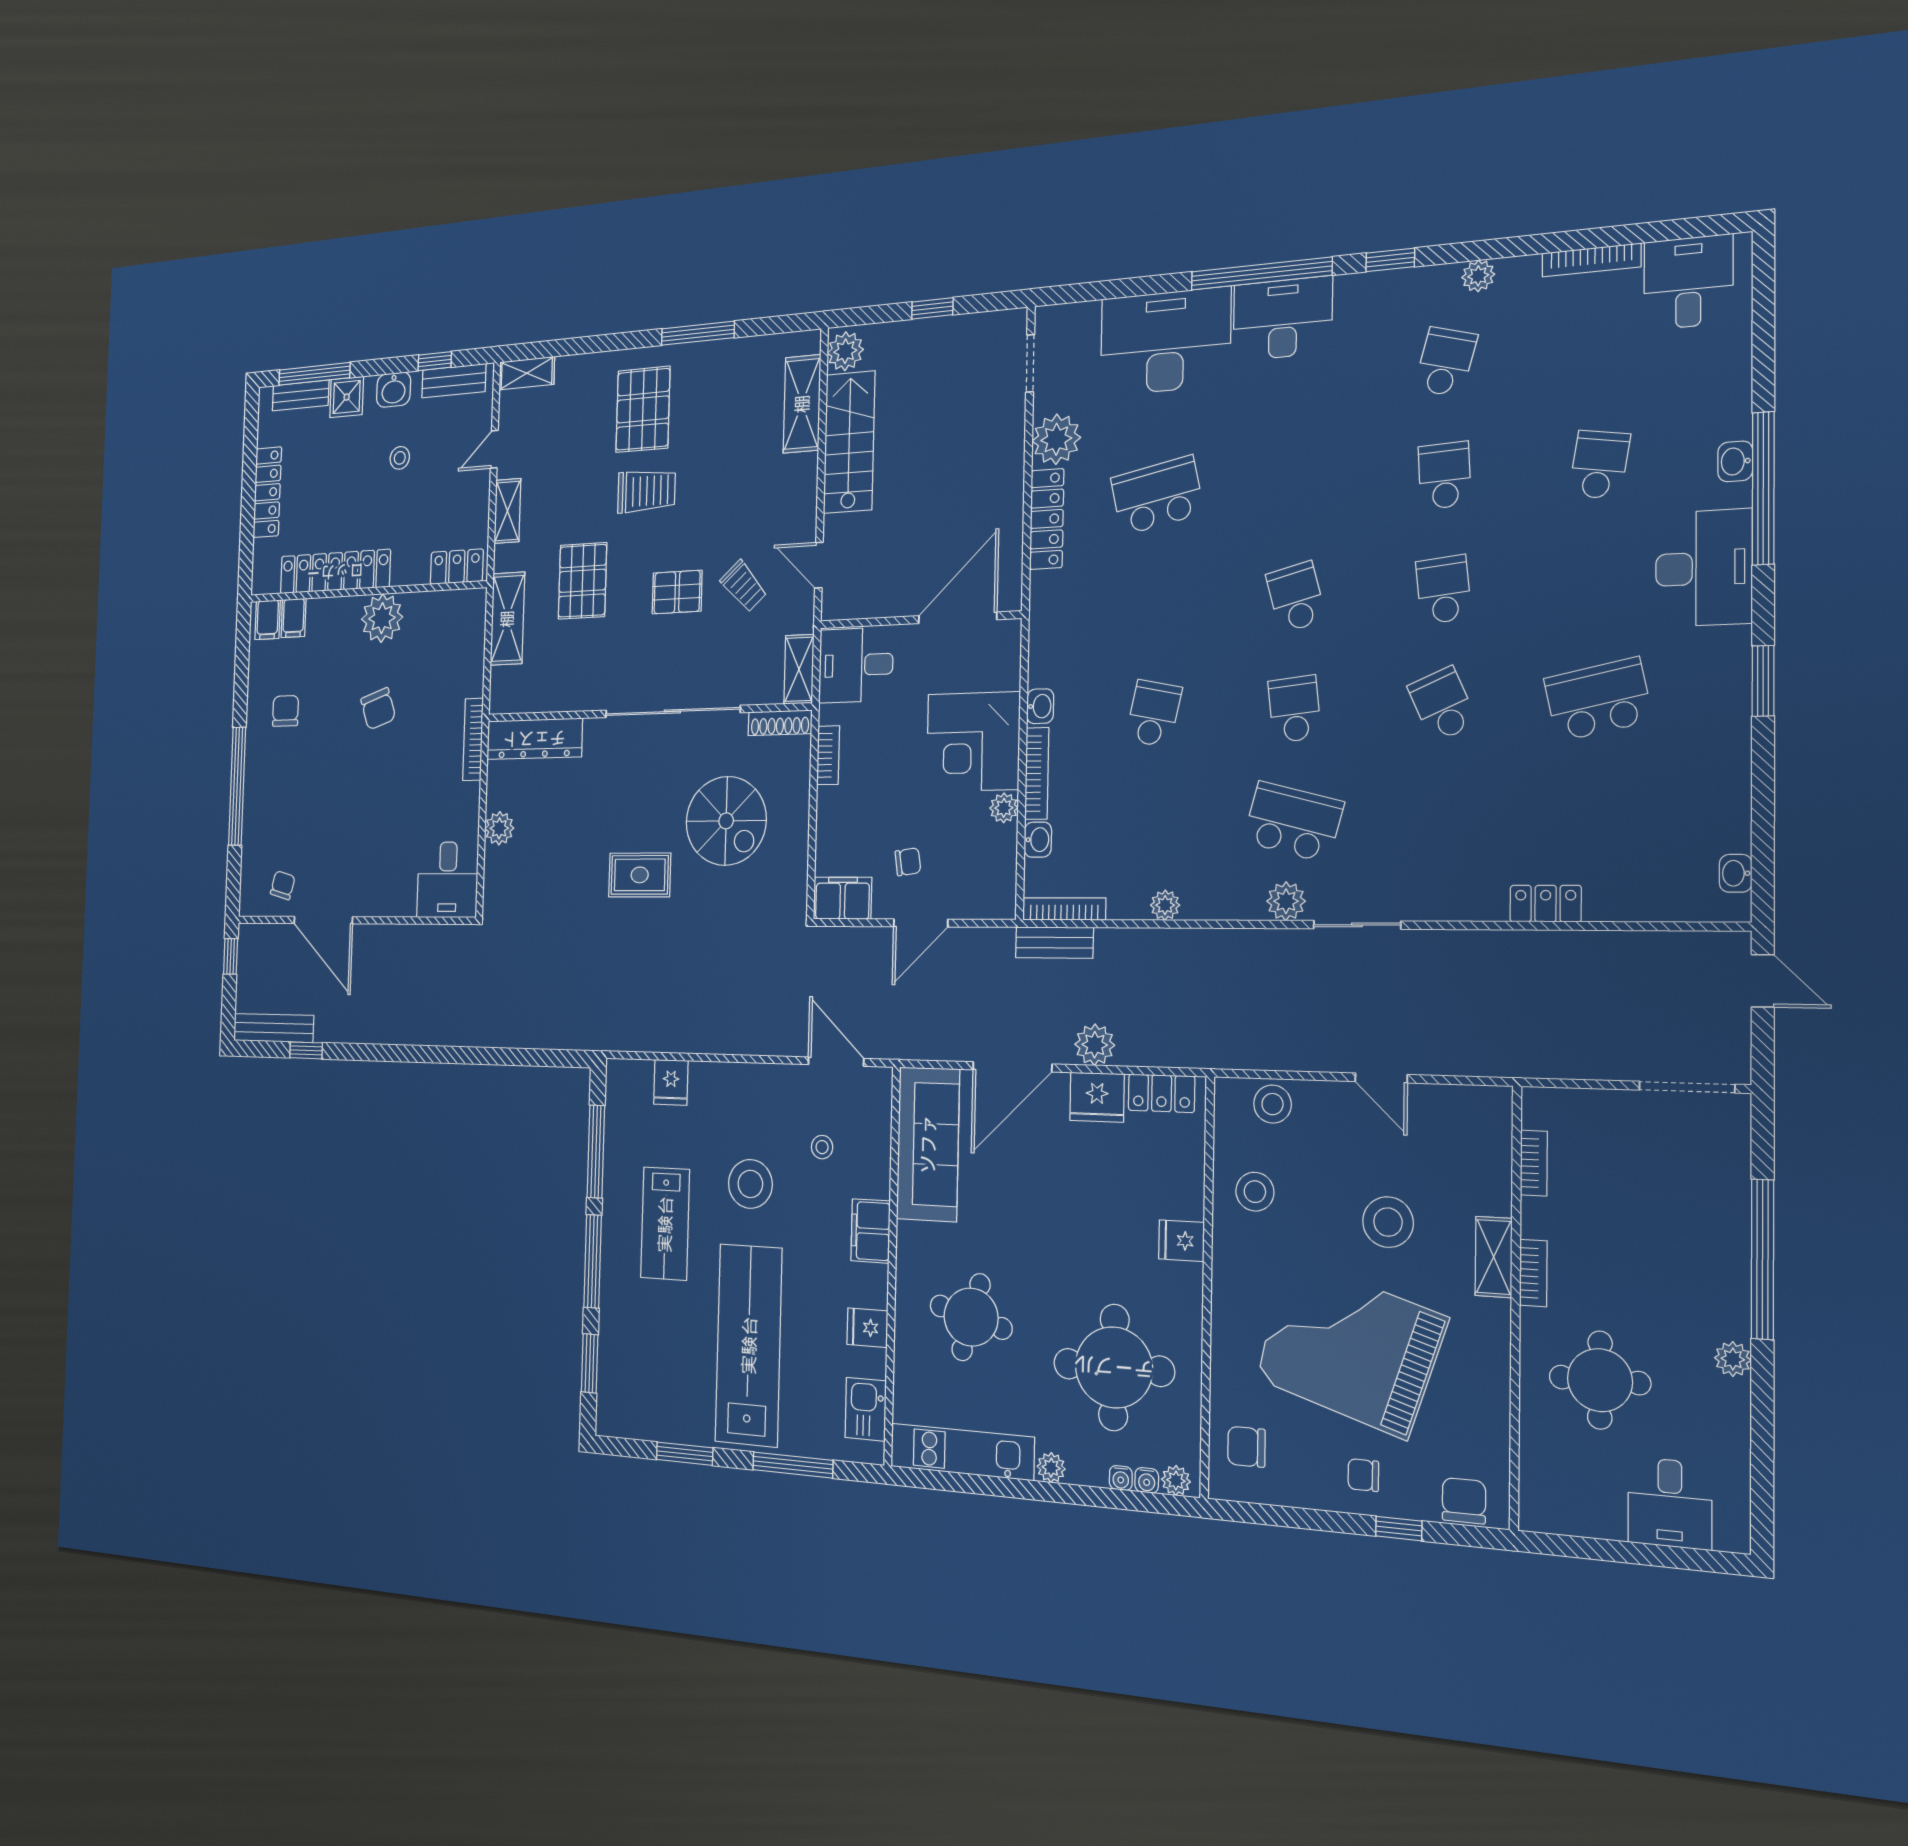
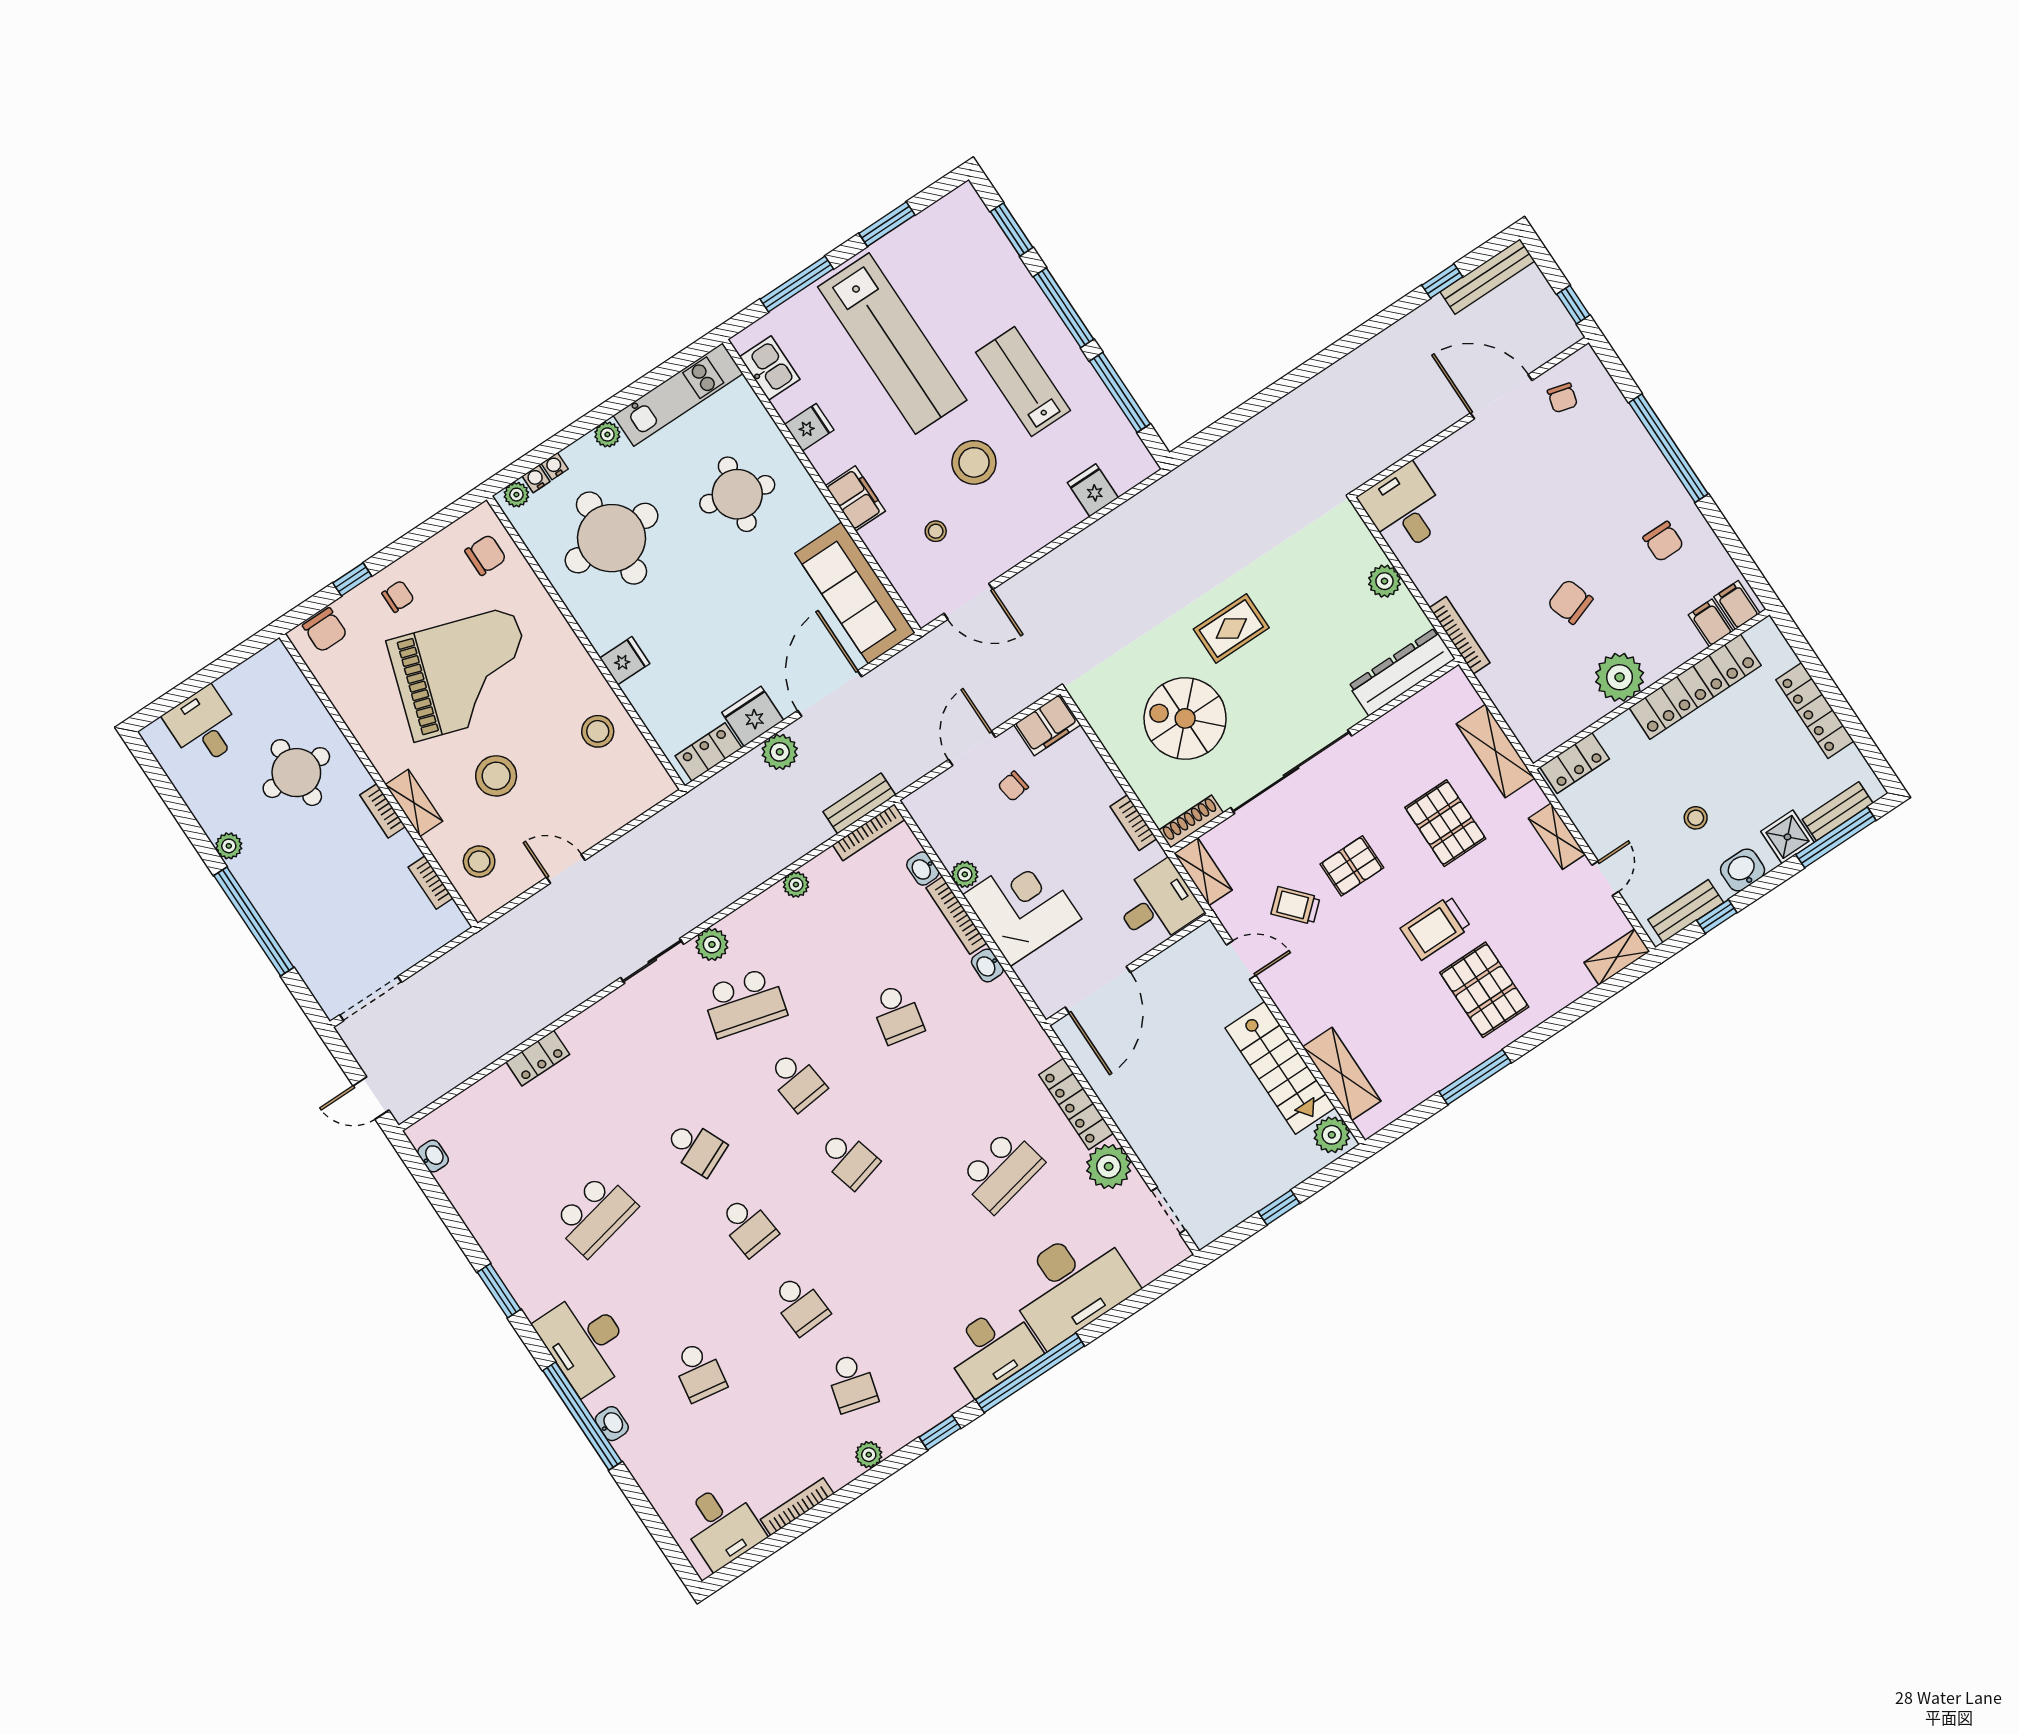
stool: (1272, 1104) -> (479, 862), moved

